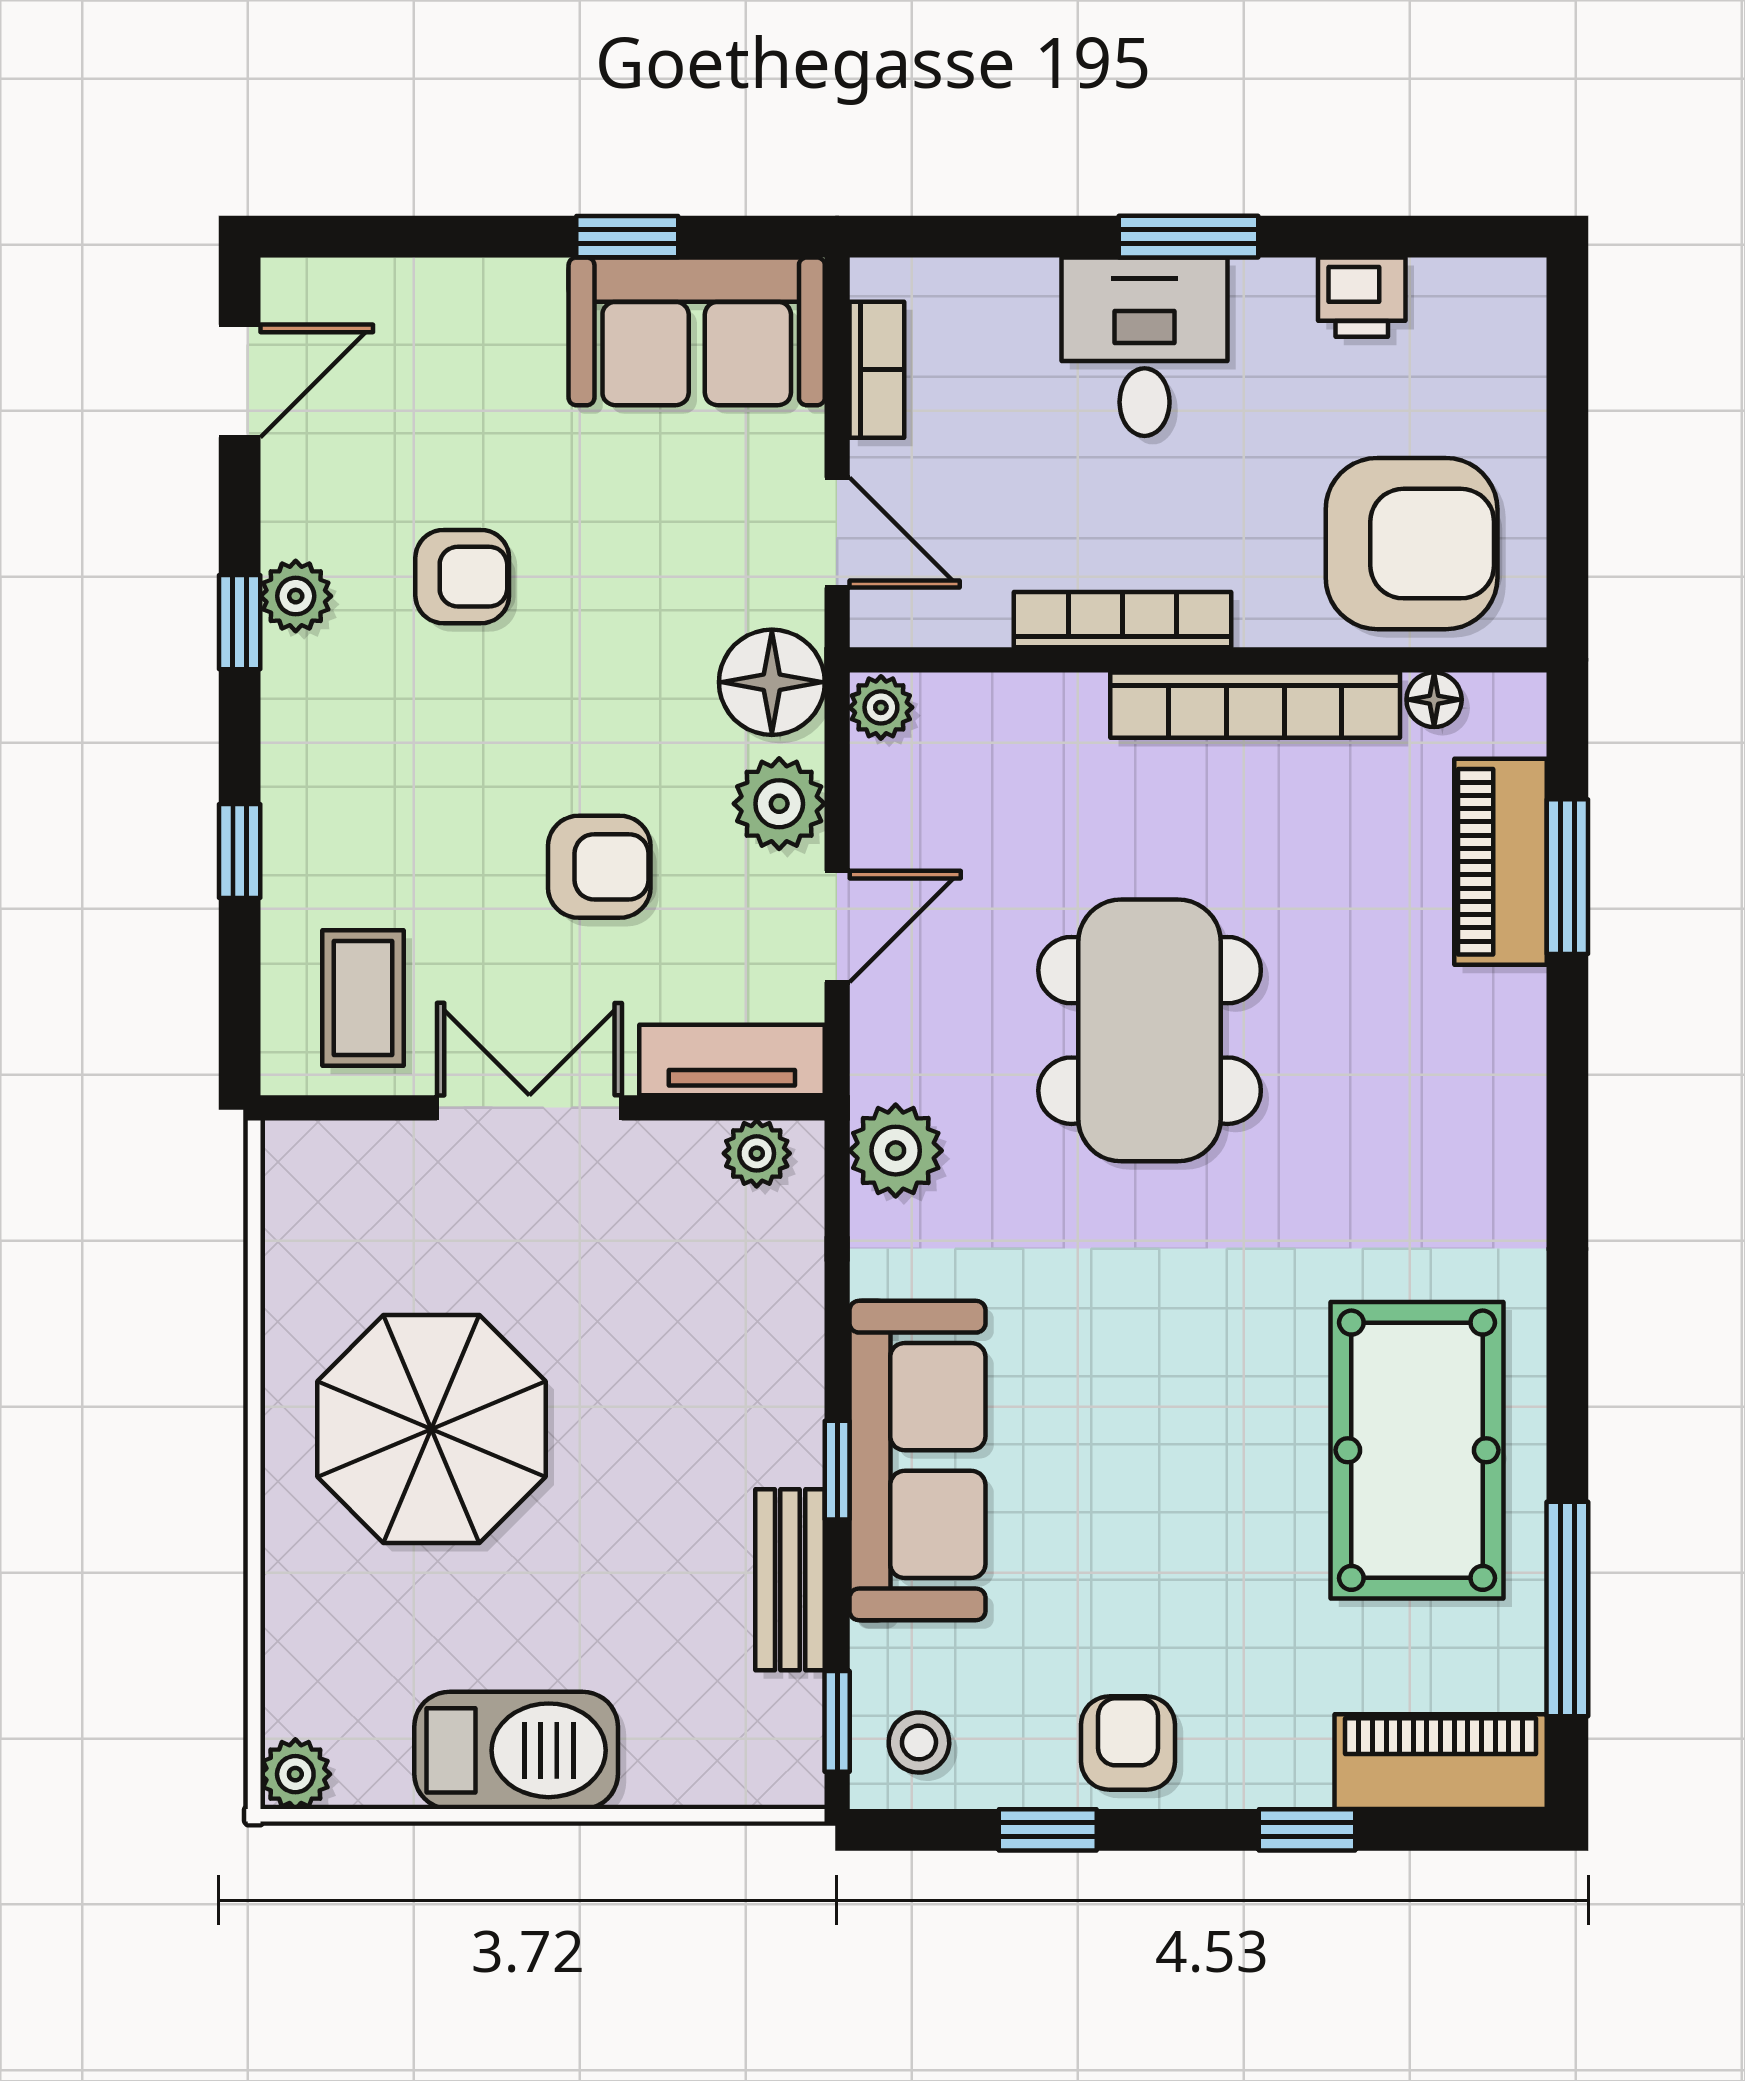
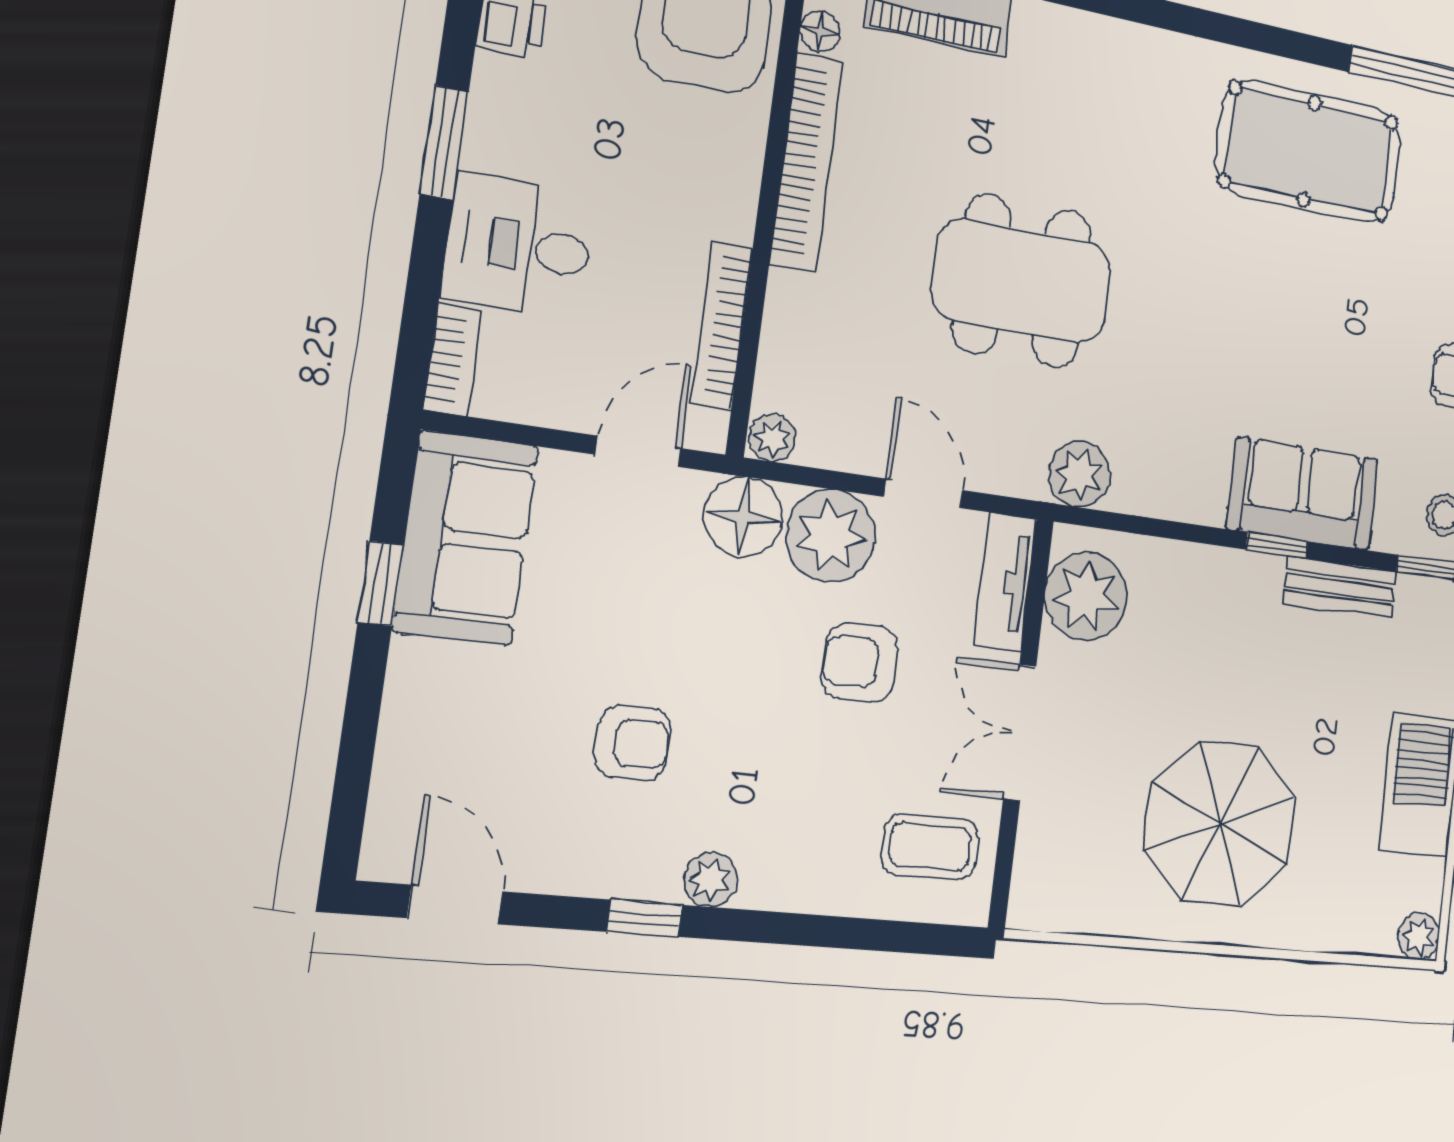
desk: (1145, 347) -> (519, 246), moved
bookcase: (877, 370) -> (453, 360), moved, turned 90
armchair: (462, 577) -> (633, 743), turned 90
plant: (296, 596) -> (710, 880), moved
bookcase: (1122, 620) -> (722, 325), moved
plant: (779, 804) -> (830, 536), width x1.36, depth x1.36
window: (240, 851) -> (814, 931), removed
armchair: (599, 867) -> (860, 662), turned -90
plant: (757, 1153) -> (1086, 596), width x1.87, depth x1.87
sofa: (917, 1461) -> (1303, 494), width x0.73

